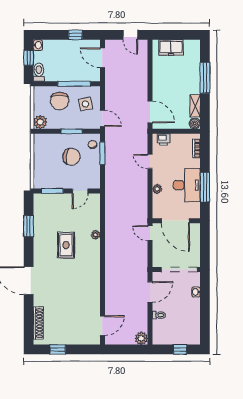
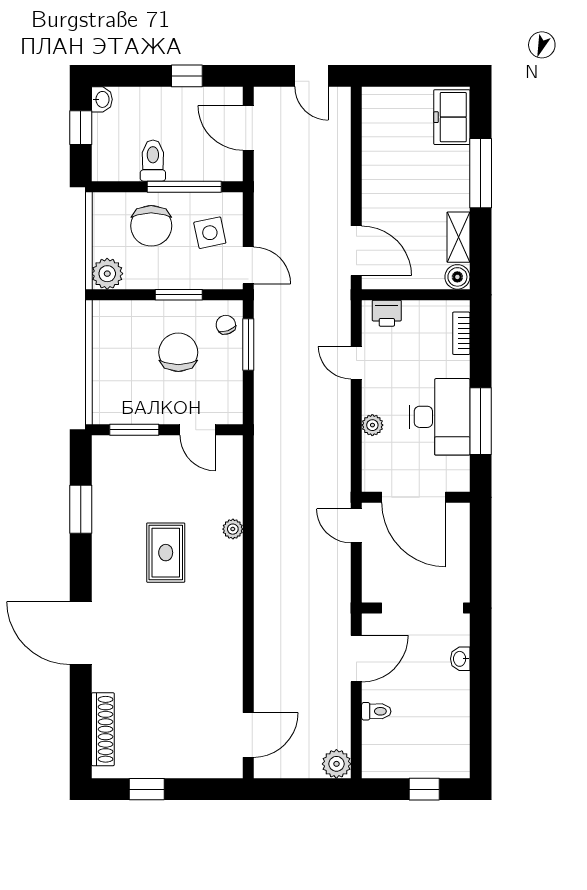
freezer: (171, 47) -> (452, 117), moved, turned 90
toilet: (39, 72) -> (153, 161), moved
chair: (72, 157) -> (178, 352), turned -99
door: (80, 191) -> (198, 430), hinge flipped

